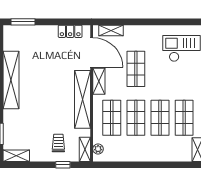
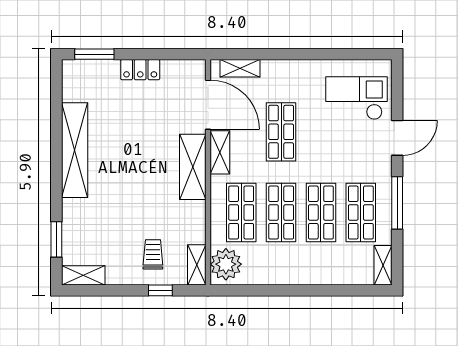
locker: (70, 31) -> (140, 70), moved
shelving: (82, 99) -> (193, 167), width x0.68
plant: (98, 149) -> (226, 264), width x1.87, depth x1.87

